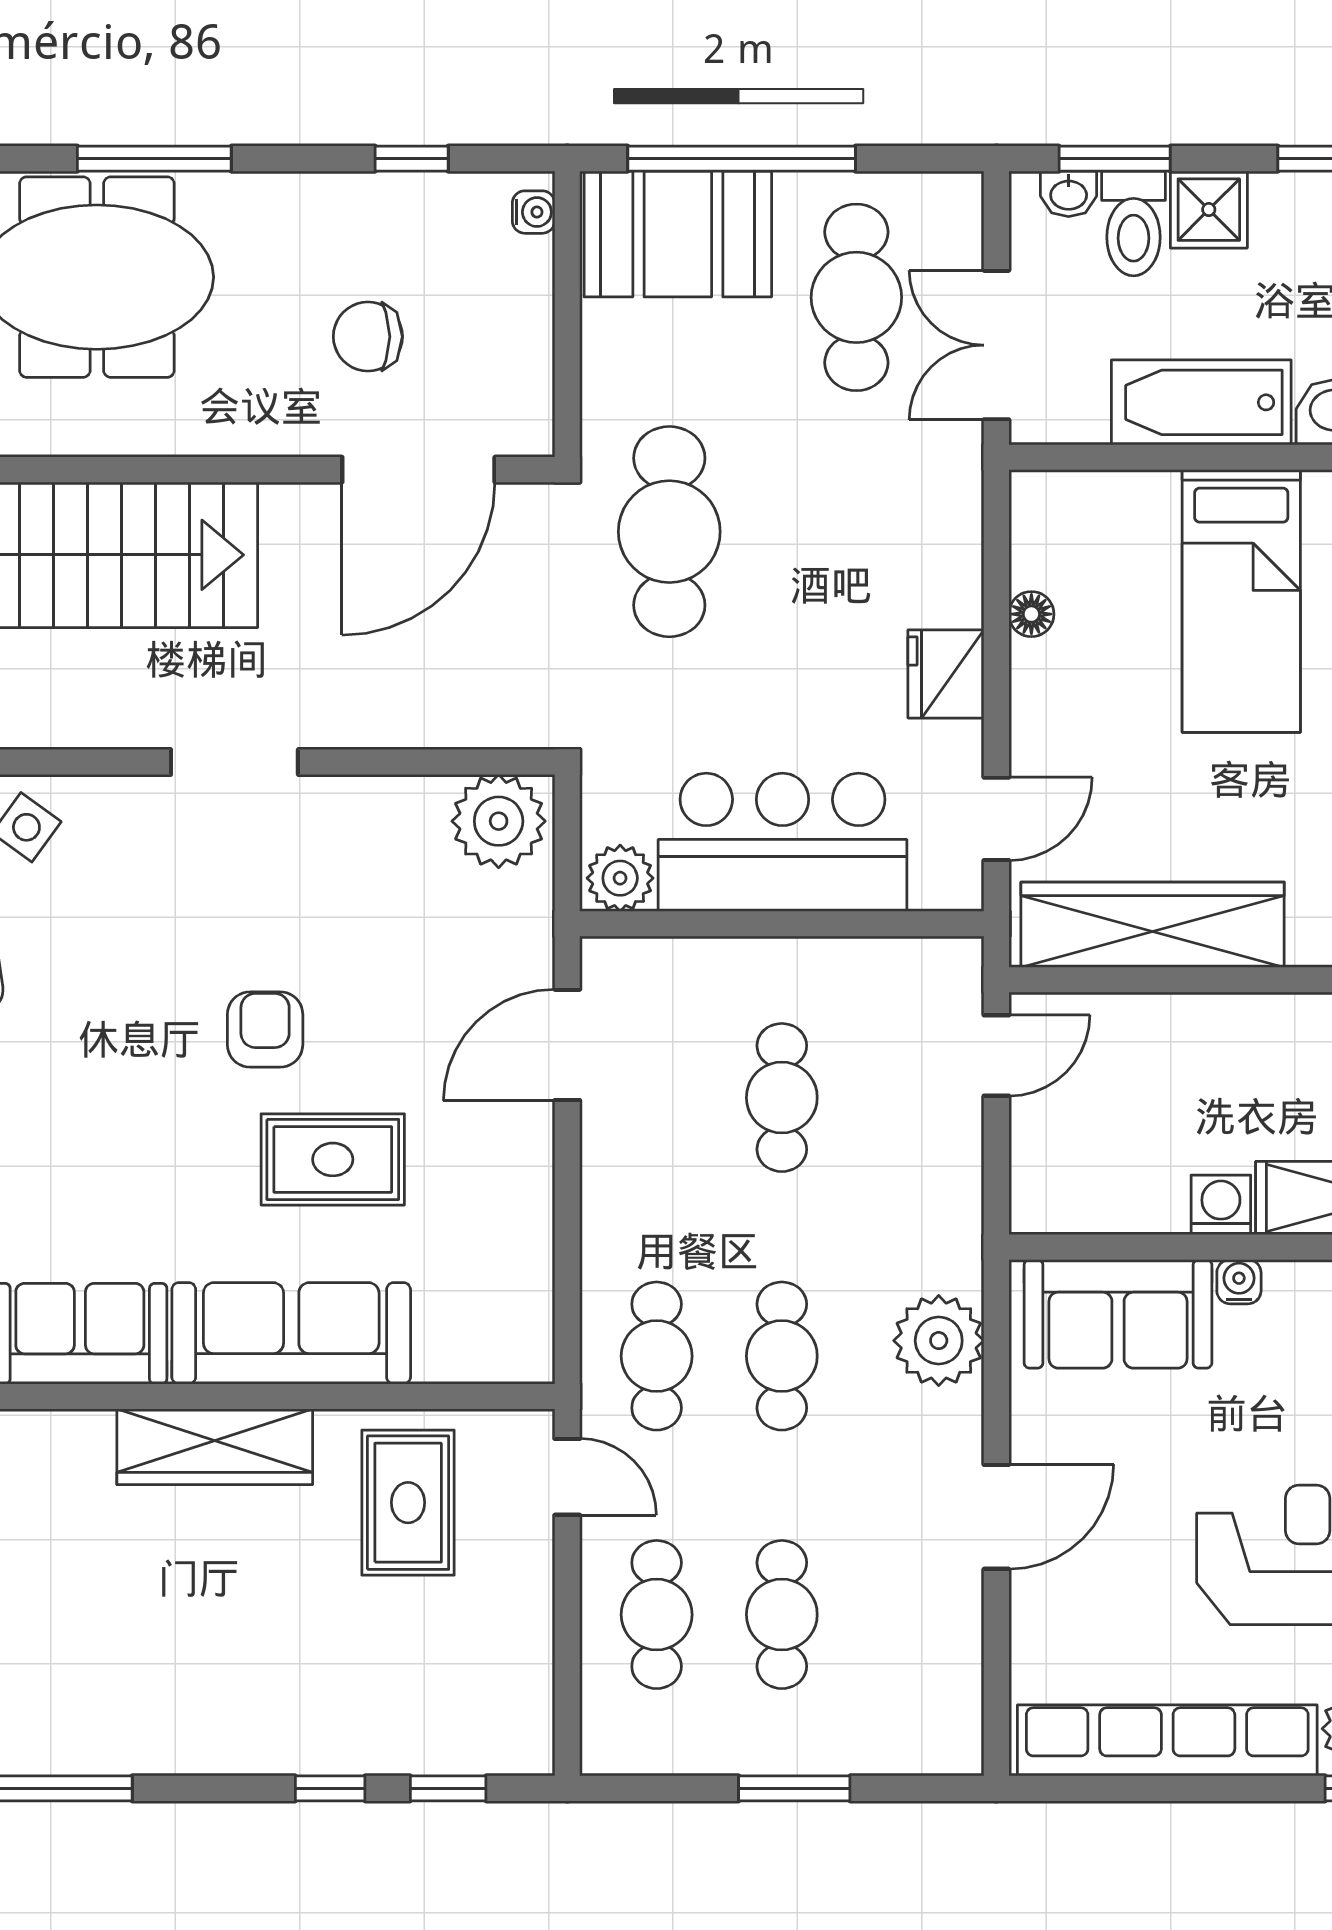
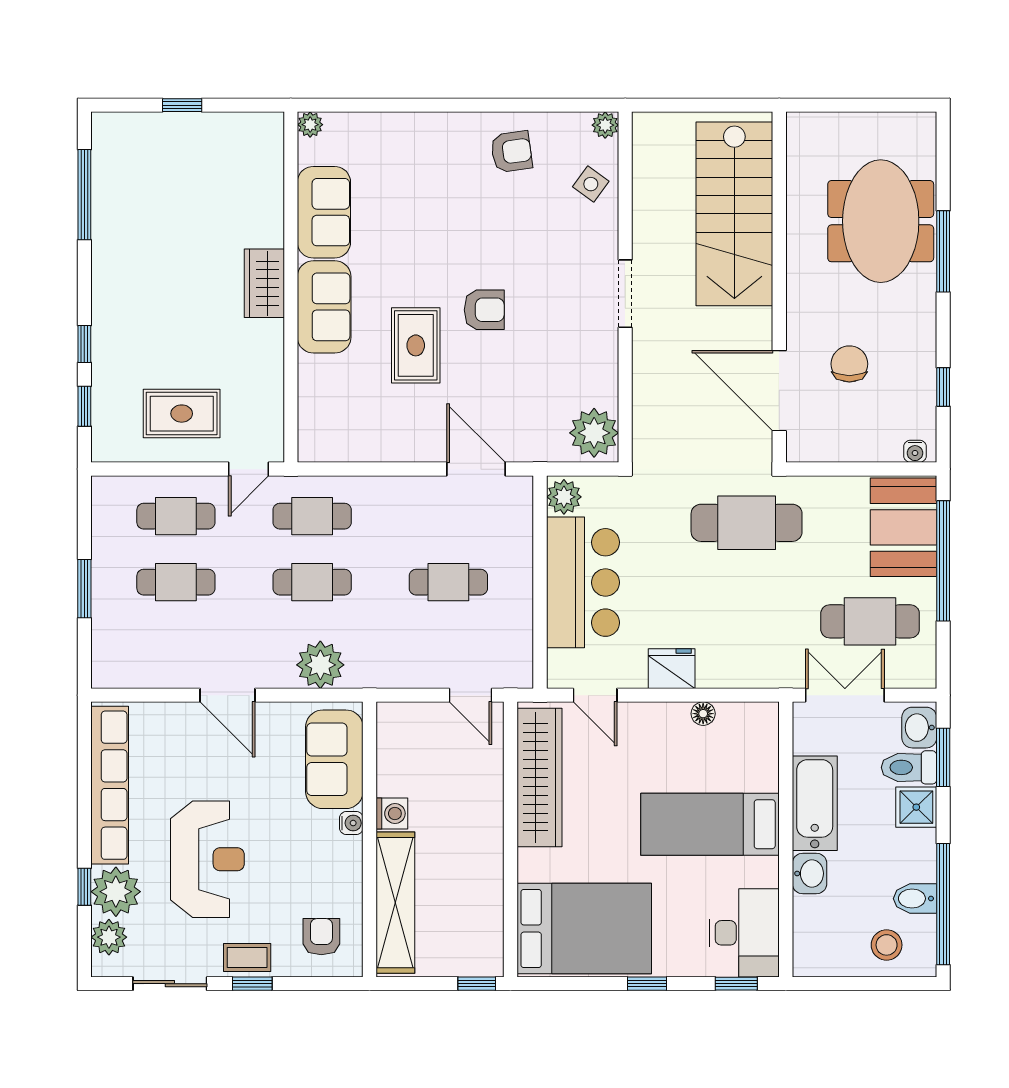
washbasin: (1069, 194) -> (919, 728), width x1.38, depth x1.45
sofa: (291, 1333) -> (324, 307), width x0.73
wardrobe: (215, 1447) -> (264, 283), width x0.67
rug: (408, 1503) -> (182, 414), moved

